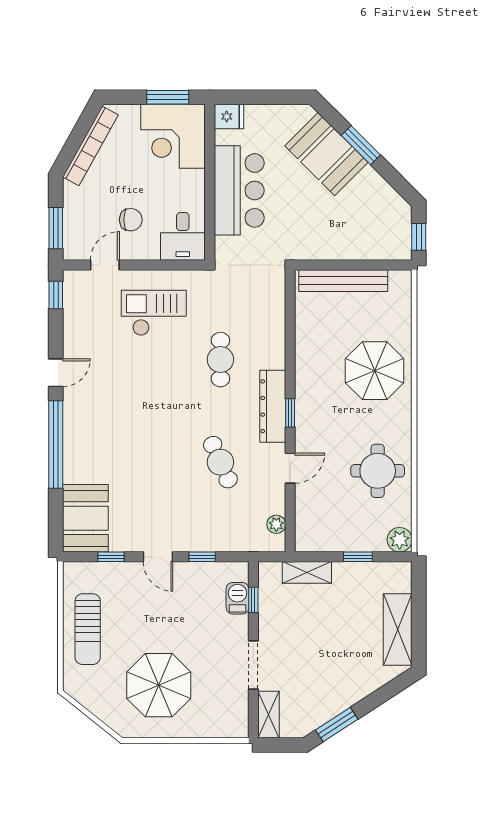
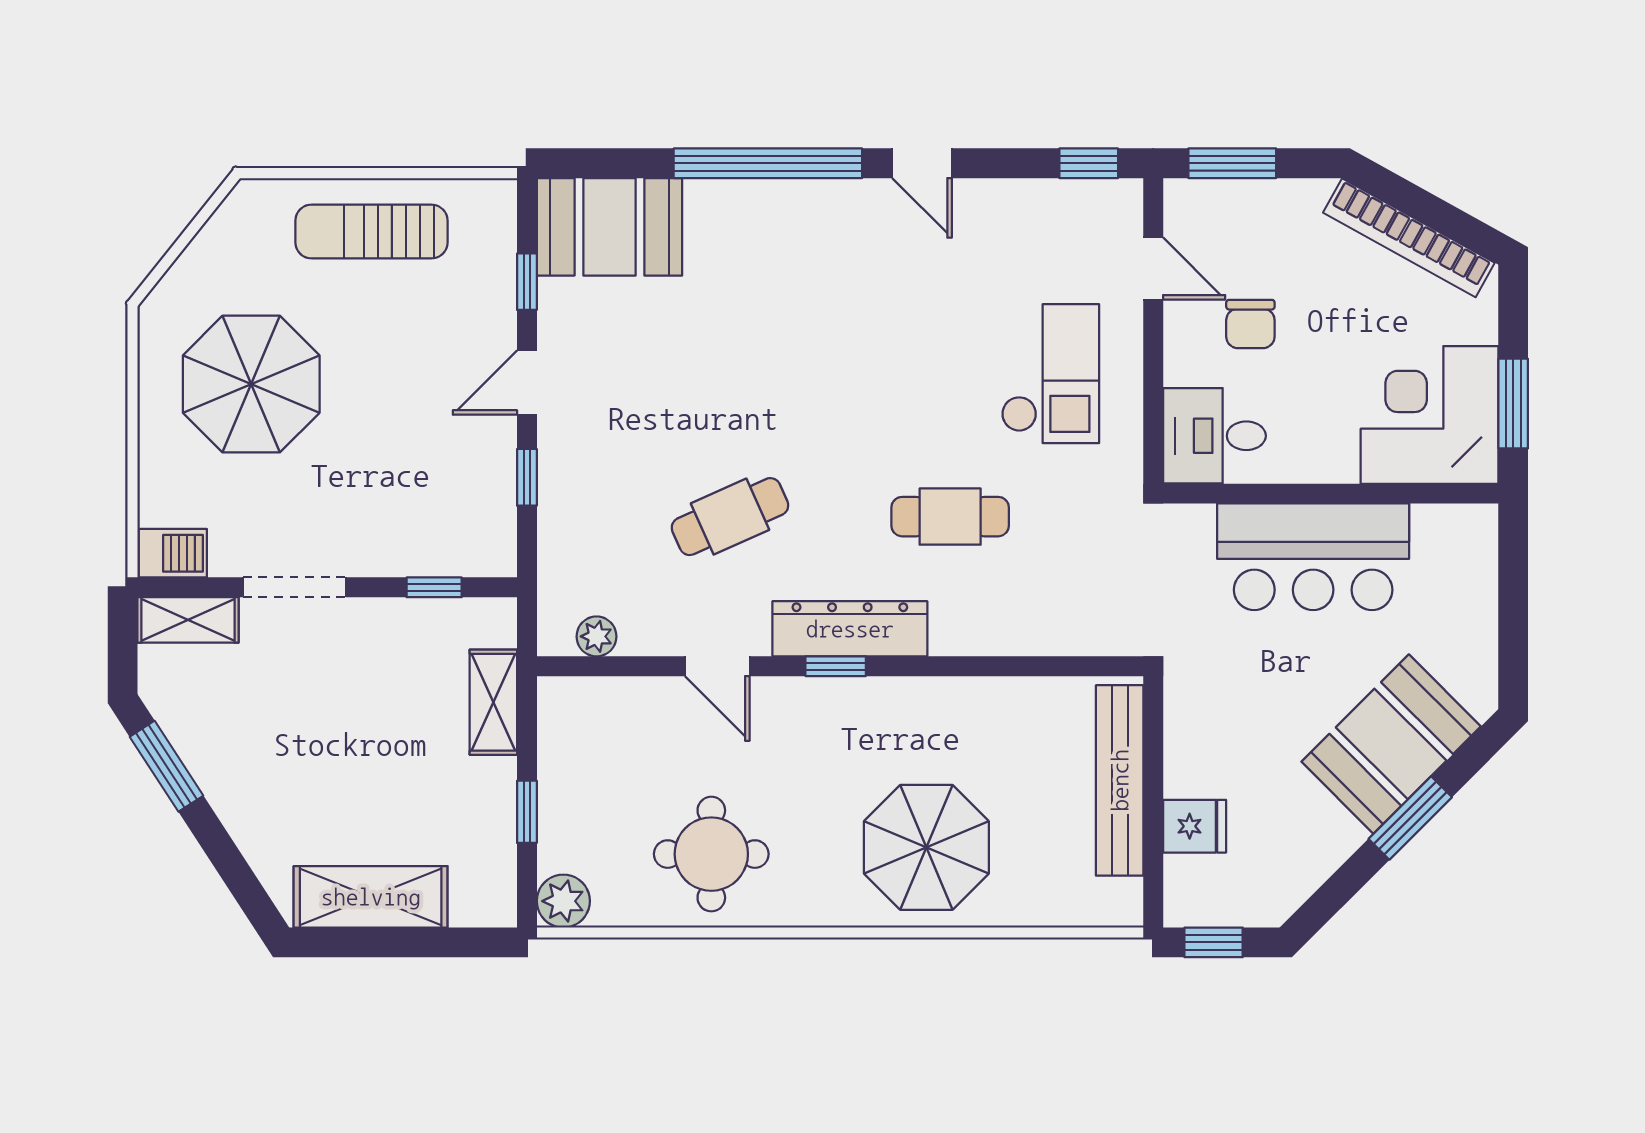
fridge: (229, 116) -> (1195, 826), moved, turned -90
barbecue: (237, 598) -> (173, 553), moved

